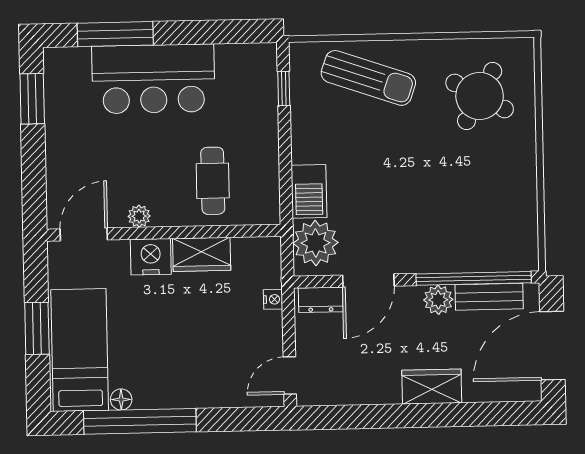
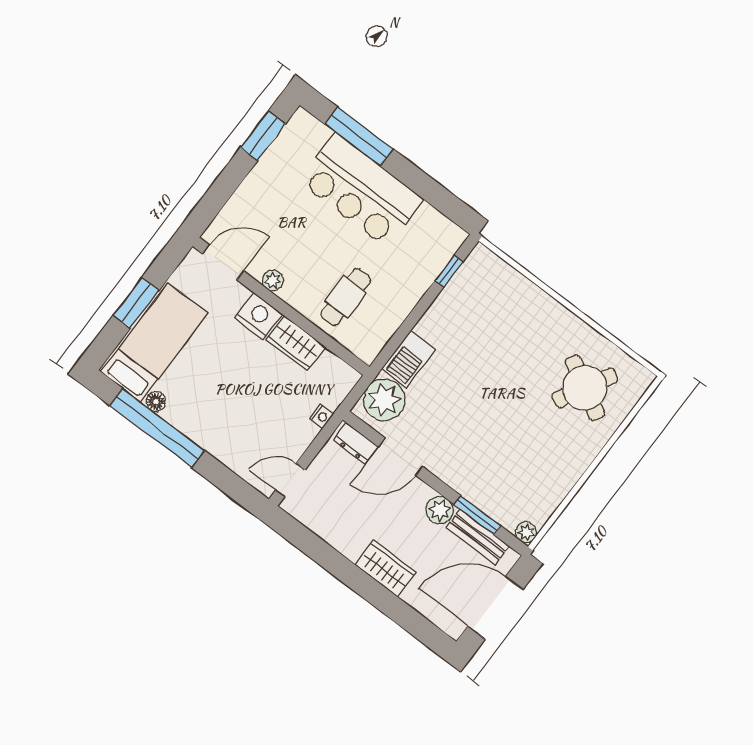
sun lounger: (368, 78) -> (515, 312), removed
plant: (528, 260) -> (526, 532), added
window: (474, 278) -> (477, 515), width x0.47

